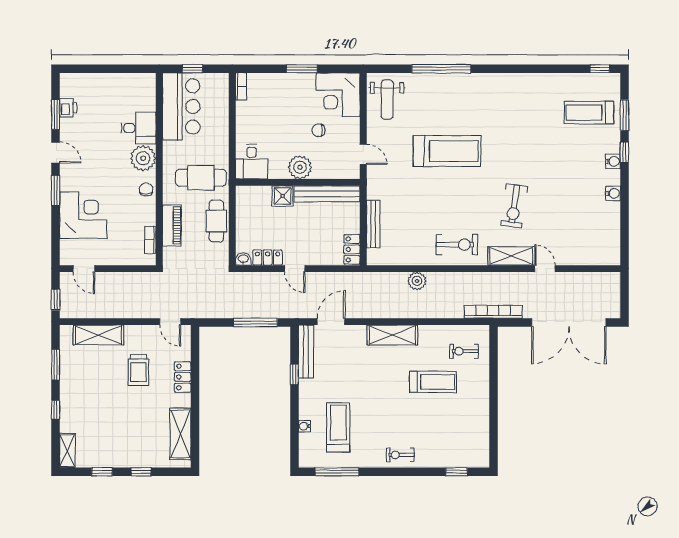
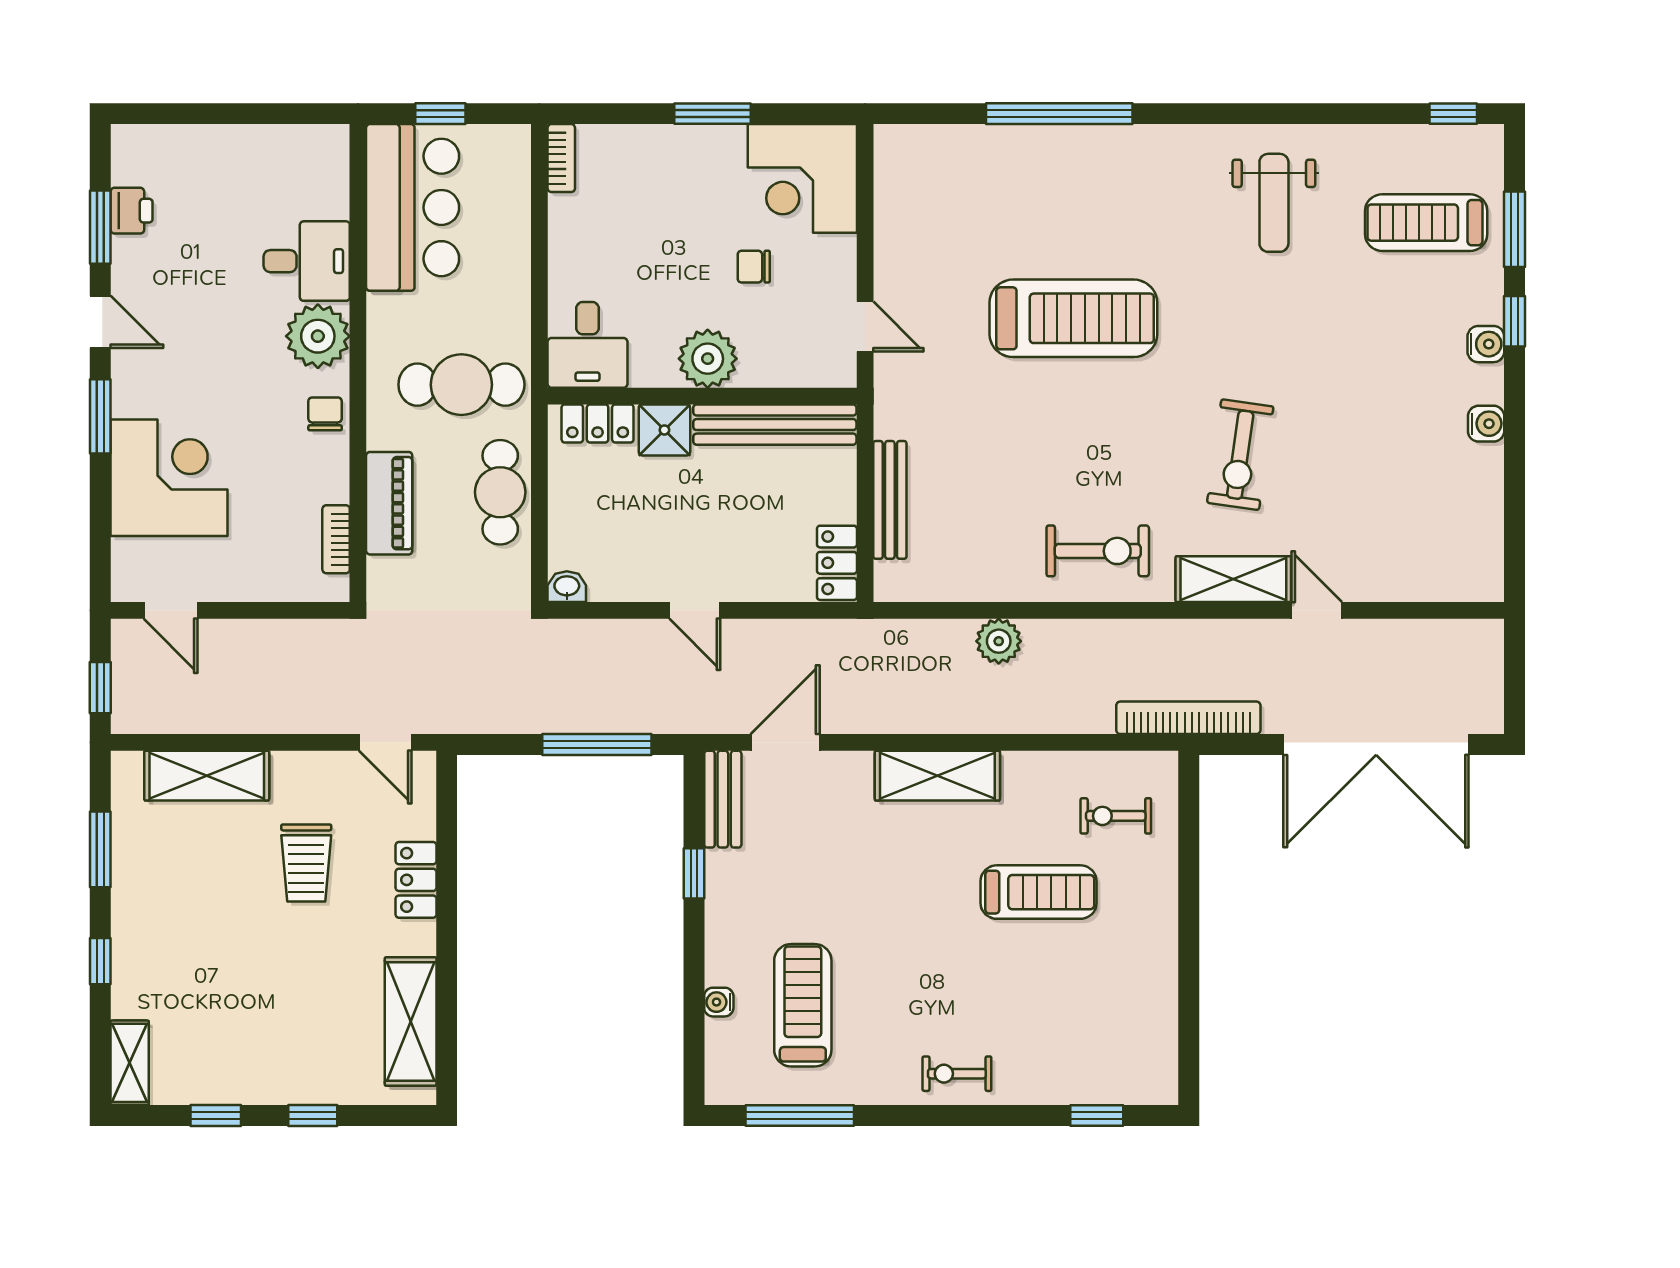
weight bench: (387, 100) -> (1274, 203), moved
locker: (268, 258) -> (598, 423), moved, turned 180
bench: (306, 352) -> (723, 799), width x0.73

